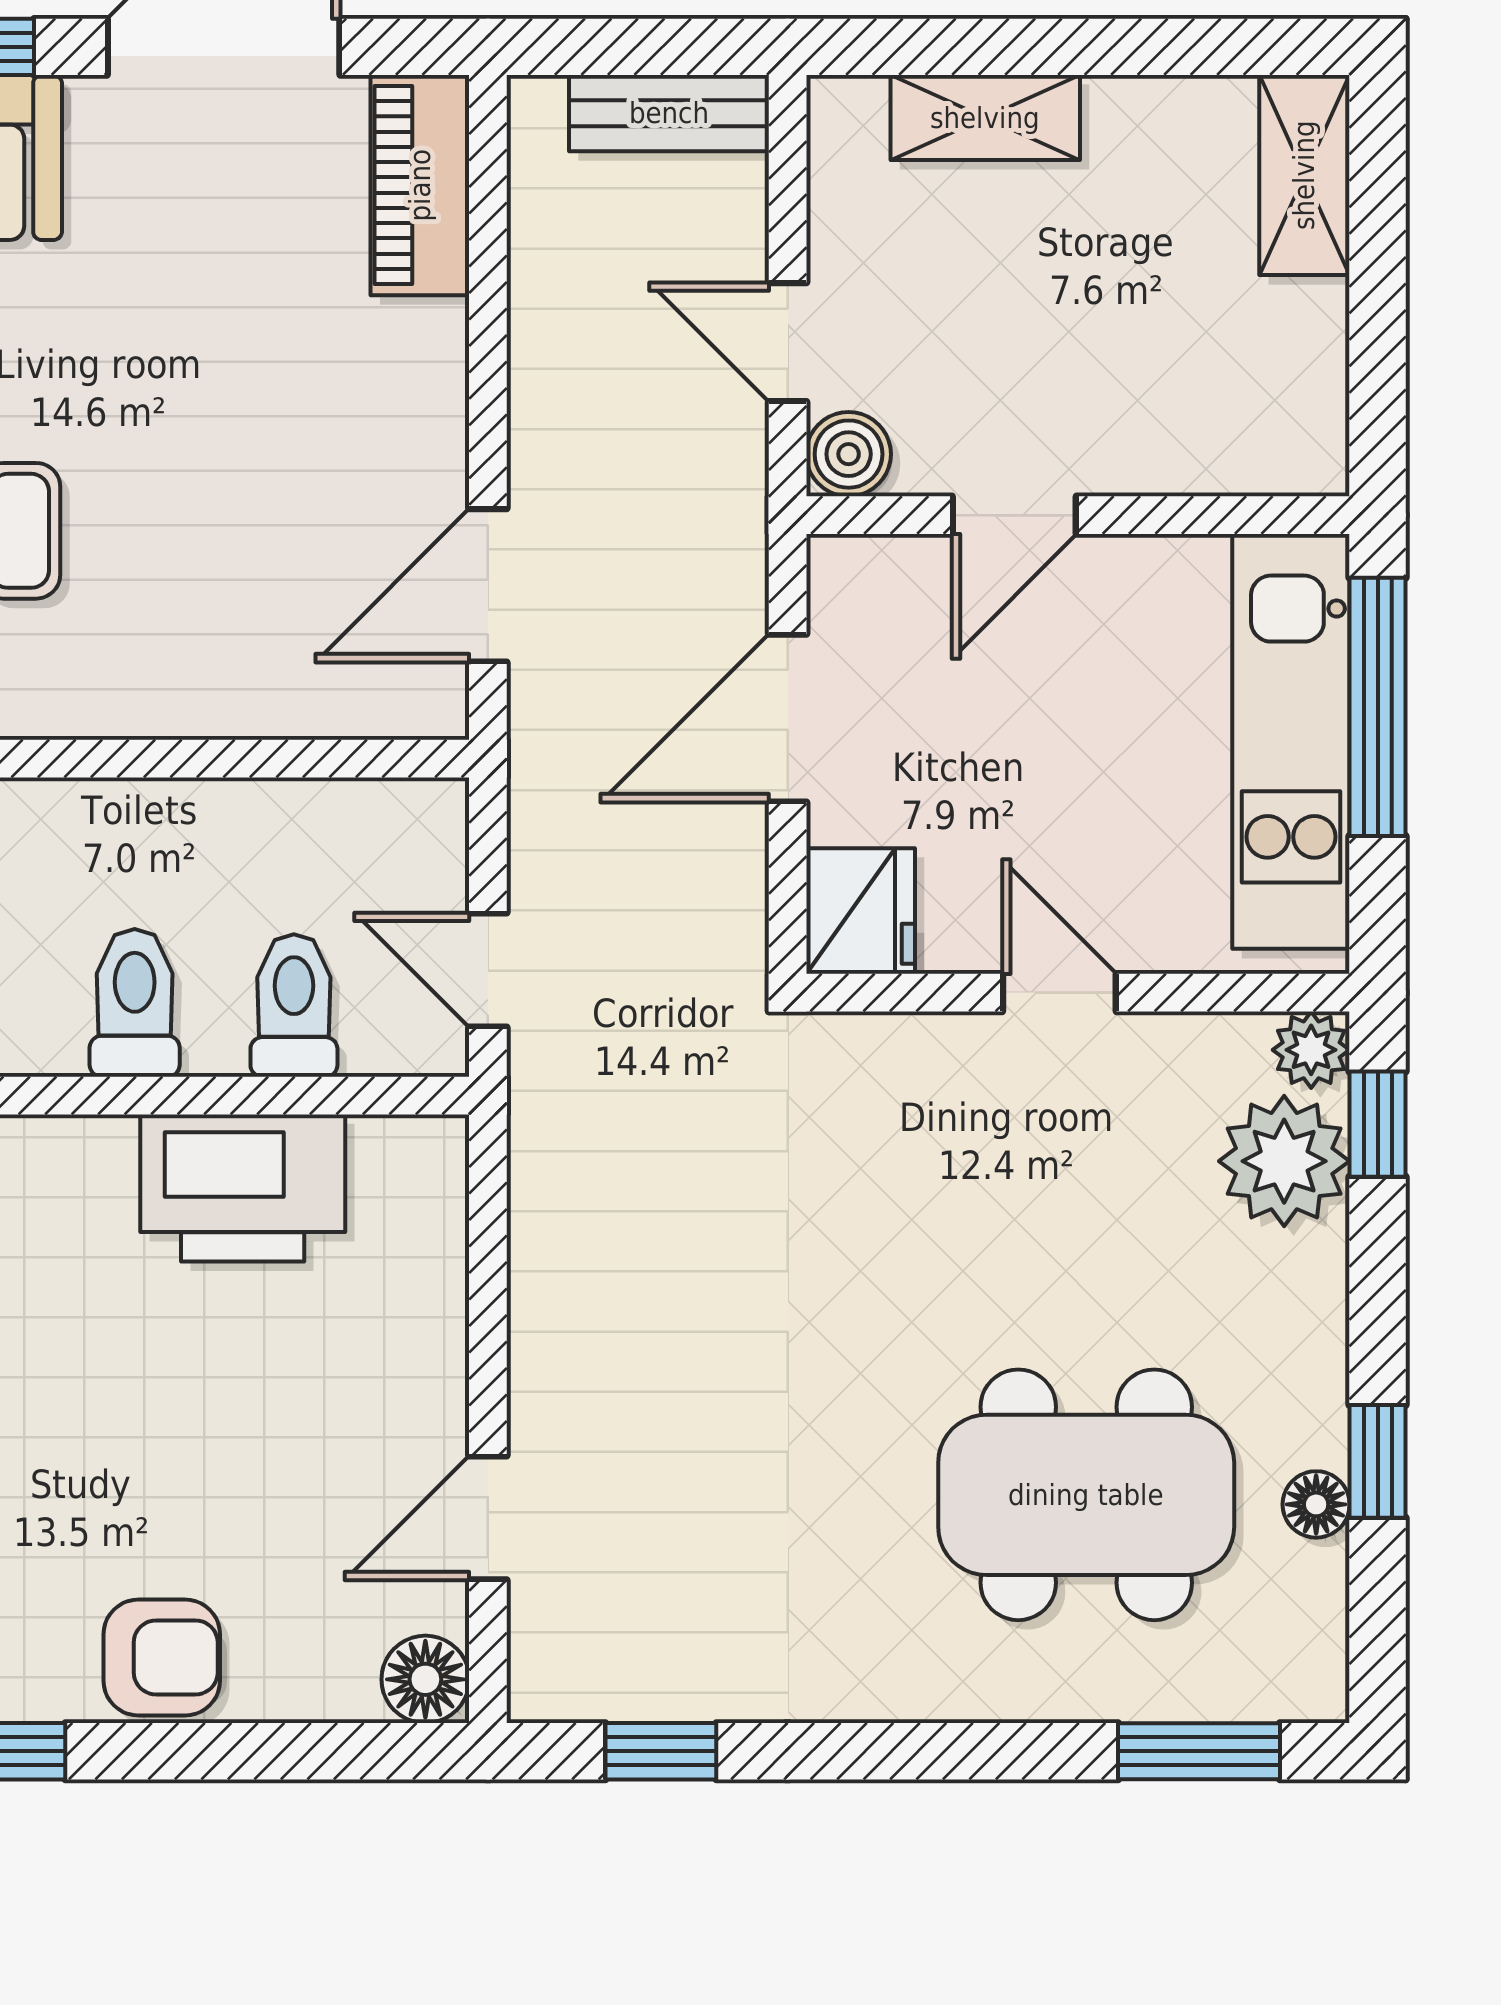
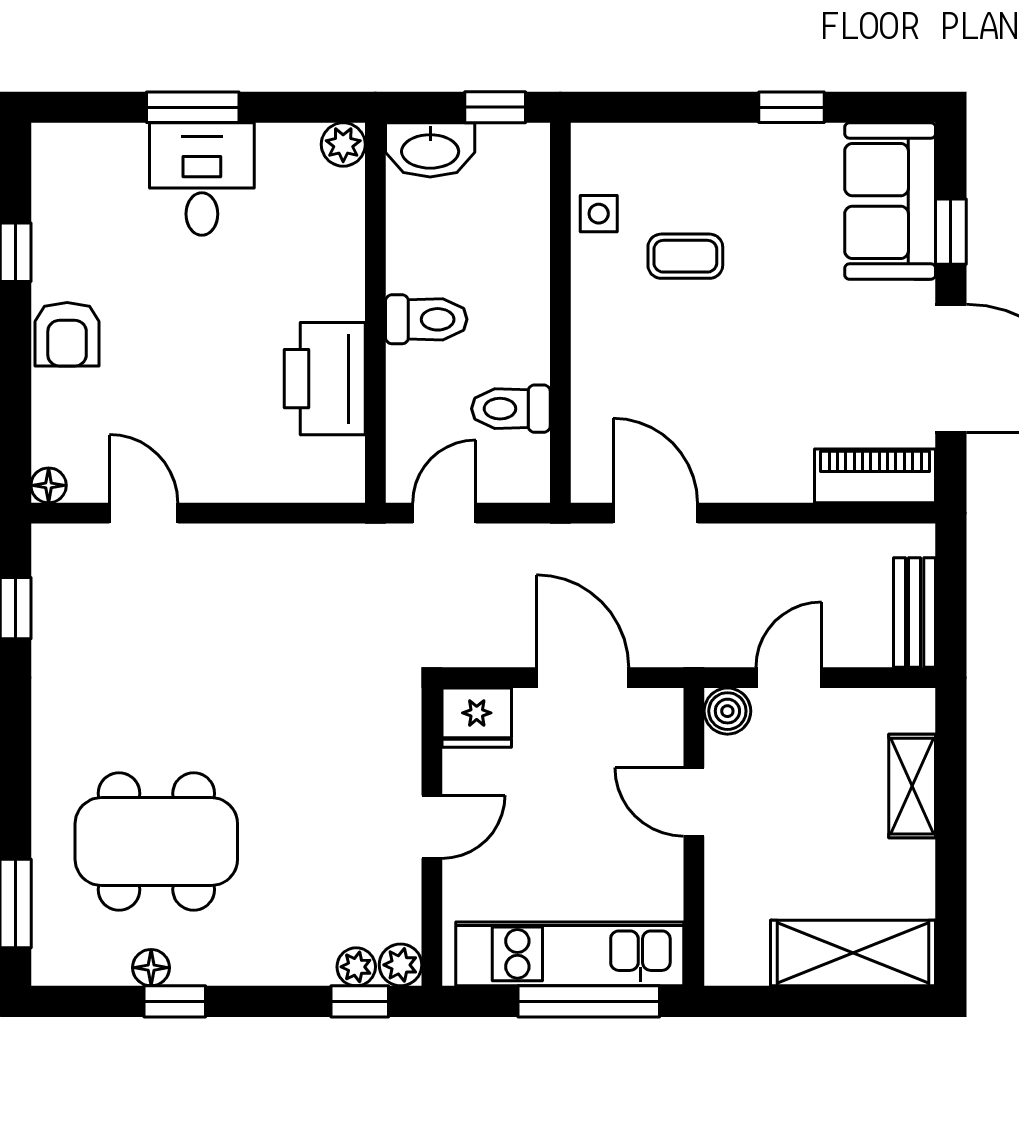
shelving: (1304, 175) -> (853, 953), width x1.50, depth x1.33
toilet: (294, 1006) -> (511, 409), moved, turned 180
plant: (1284, 1161) -> (356, 967), width x0.53, depth x0.53
dining table: (1086, 1495) -> (156, 842), turned 90
floor lamp: (425, 1679) -> (49, 485), width x0.73, depth x0.73

